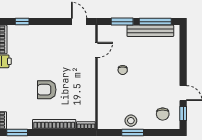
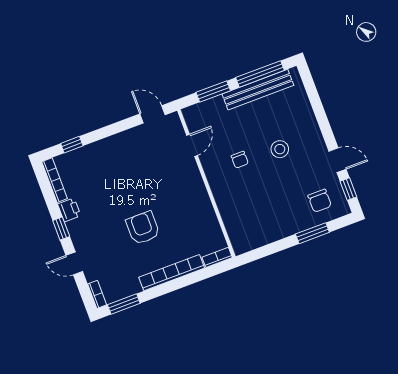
armchair: (47, 90) -> (143, 228), turned 90
stool: (131, 121) -> (280, 149), moved
window: (133, 132) -> (312, 233), moved

